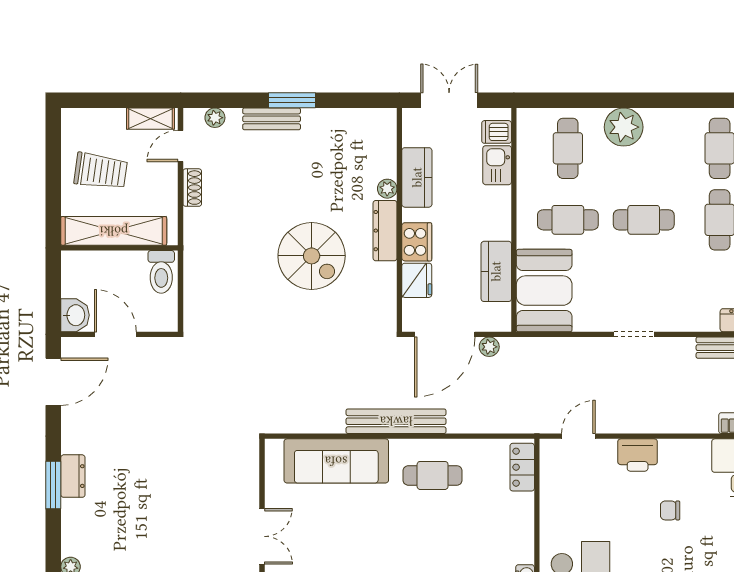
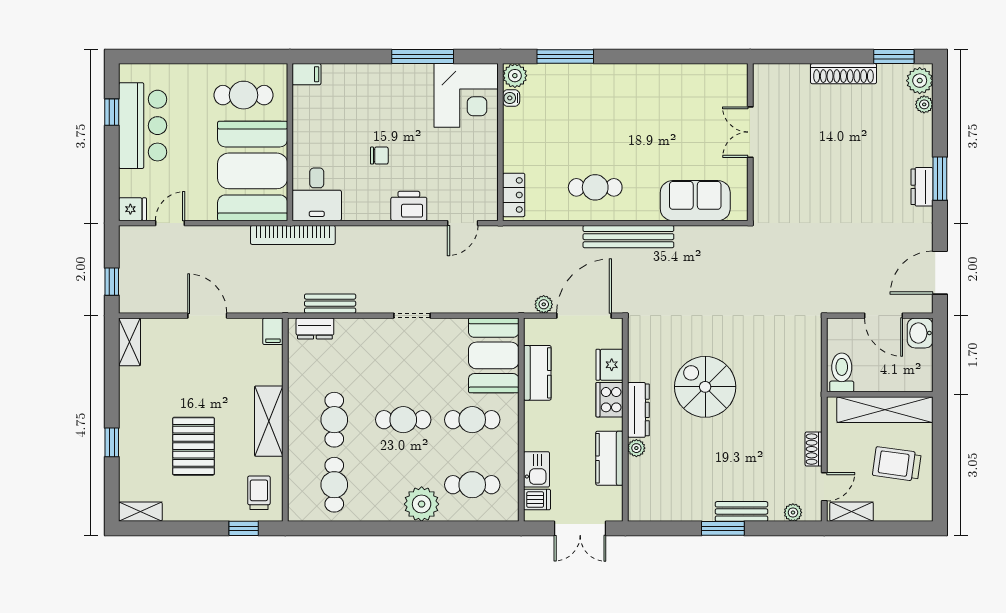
cafe table: (568, 148) -> (472, 485), turned 90
sofa: (336, 461) -> (695, 201), width x0.73

